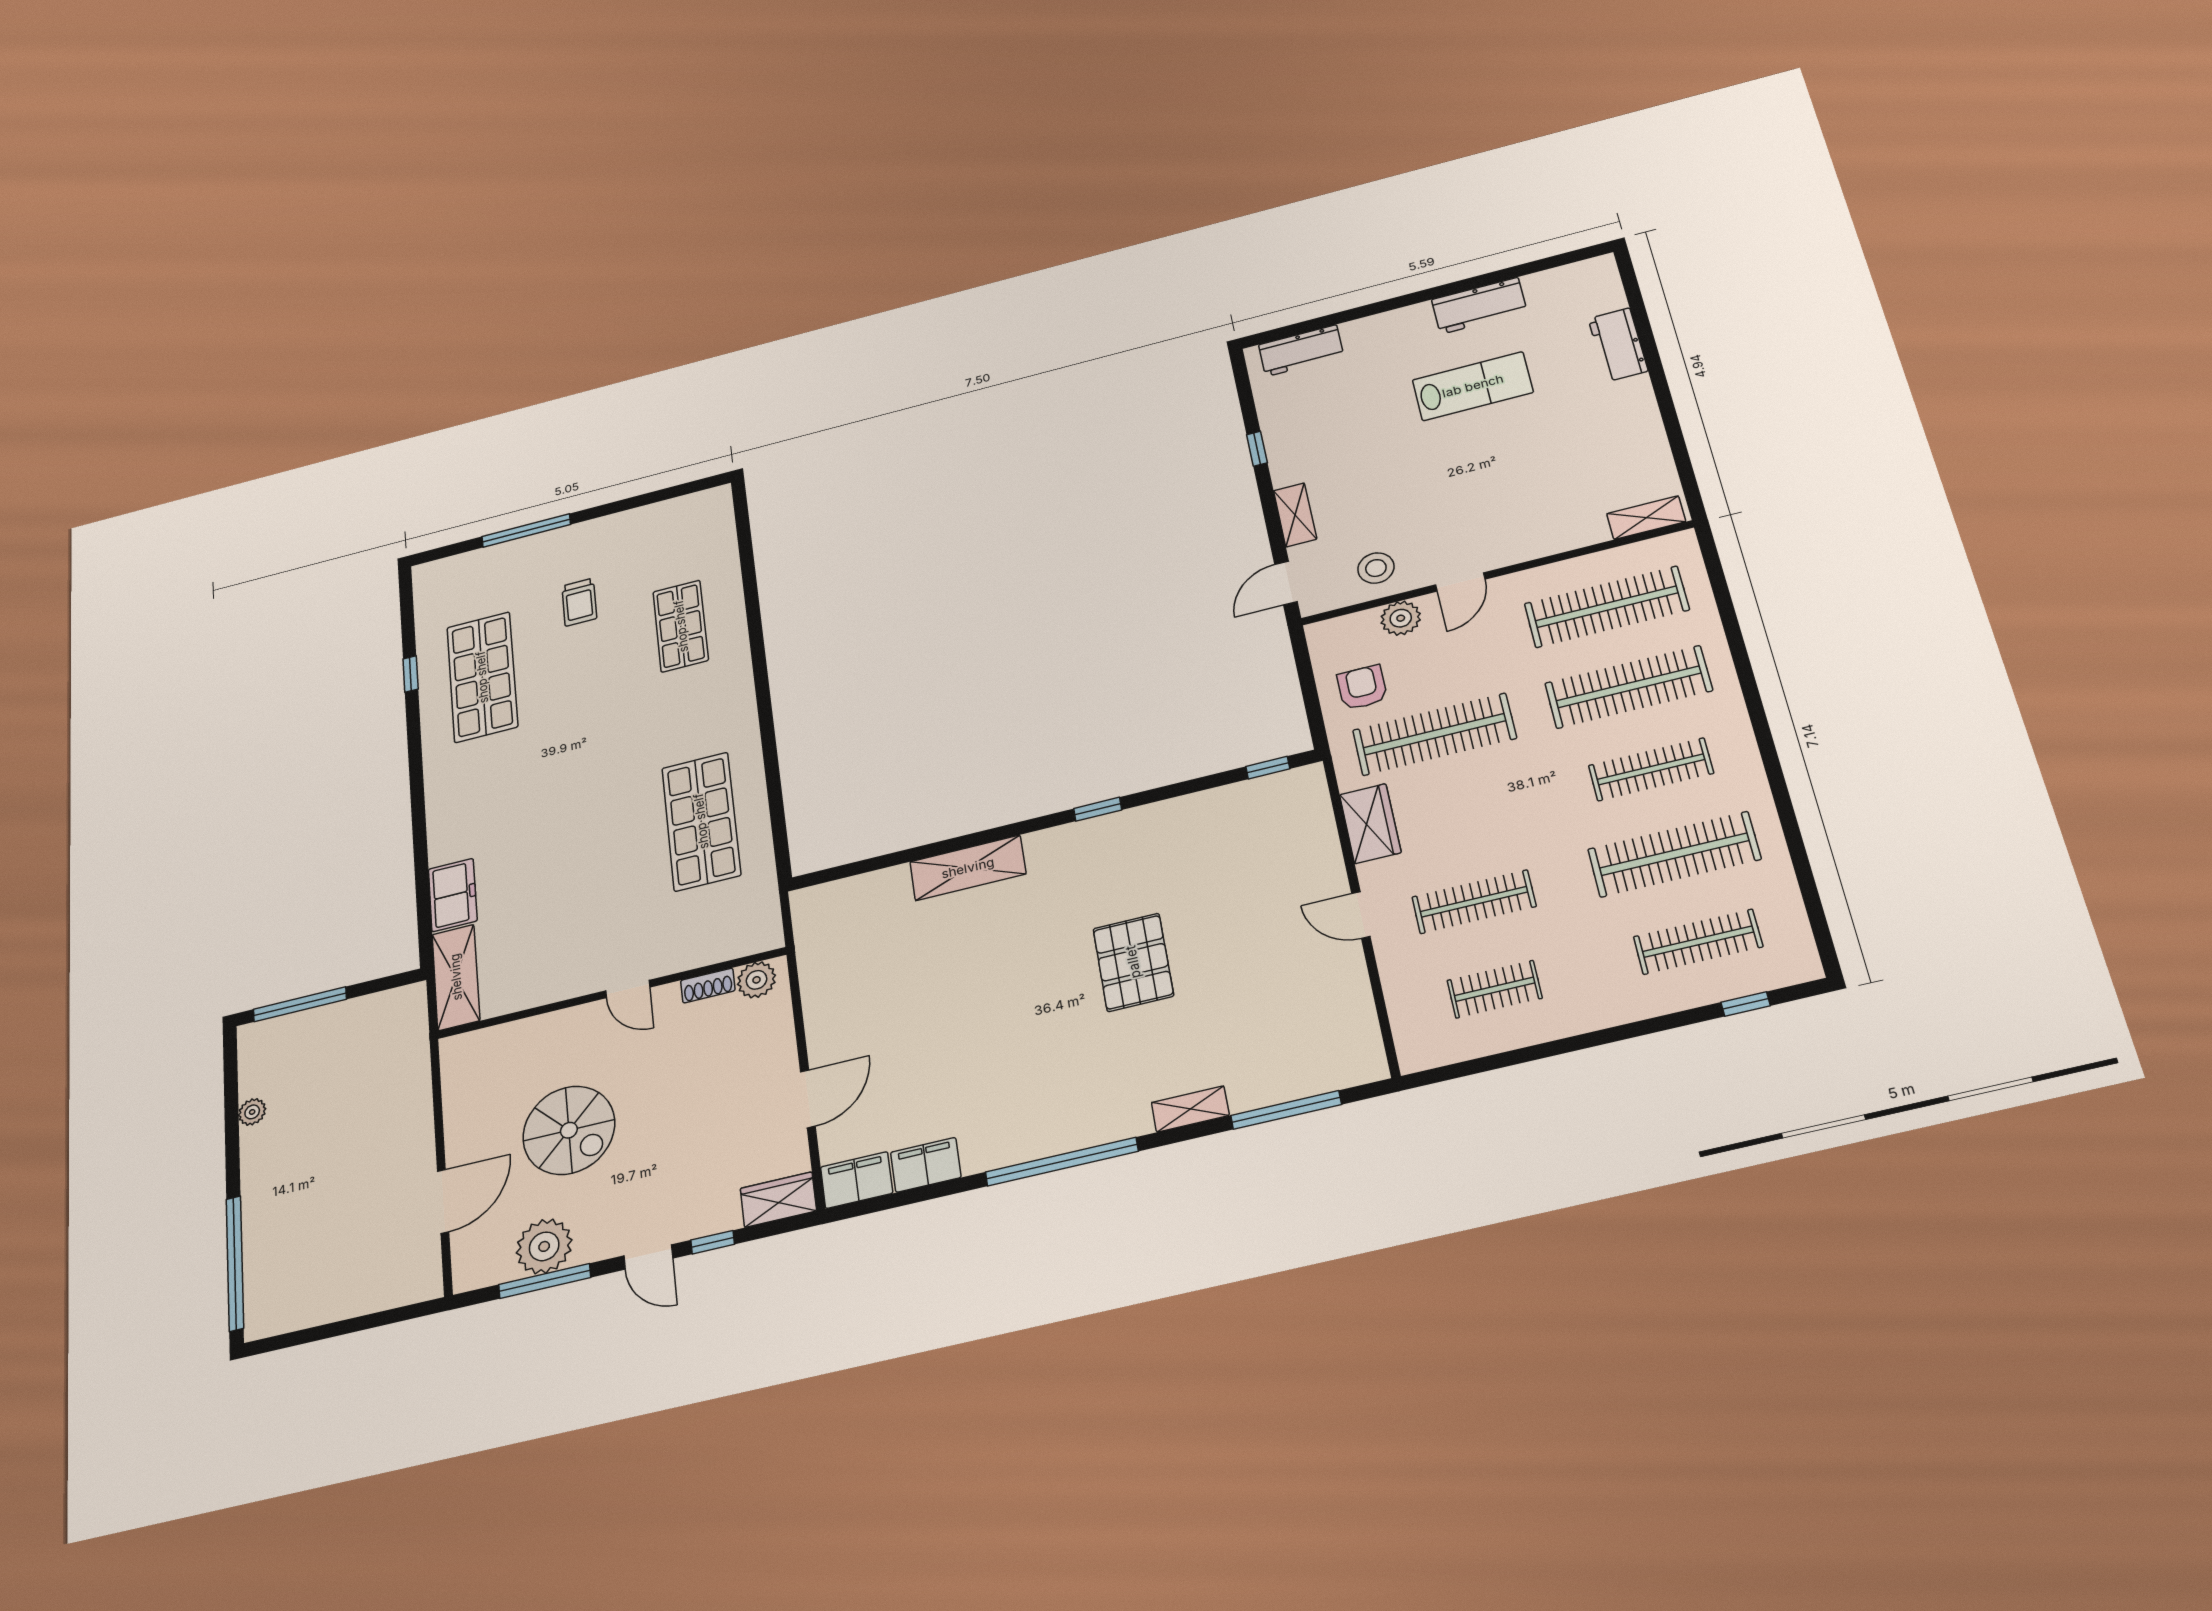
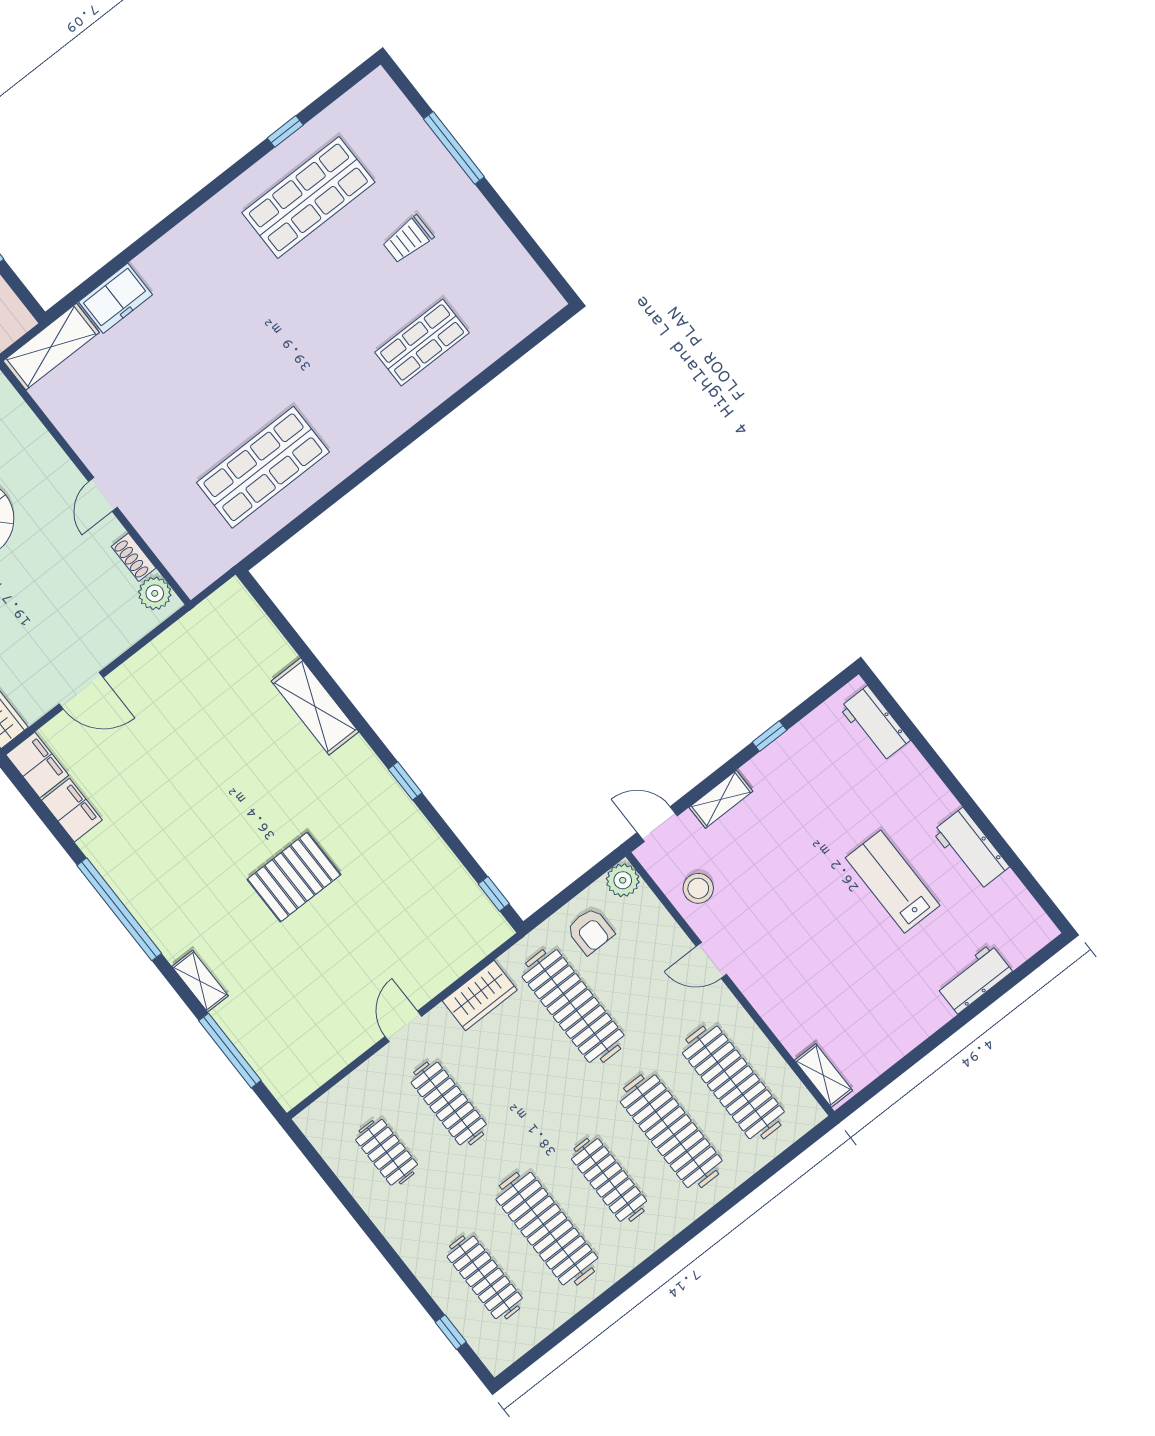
lab bench: (1473, 386) -> (893, 882), turned 180
plant: (1401, 618) -> (623, 880), moved
armchair: (1362, 688) -> (590, 931), turned 90

